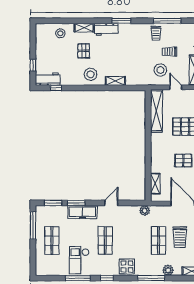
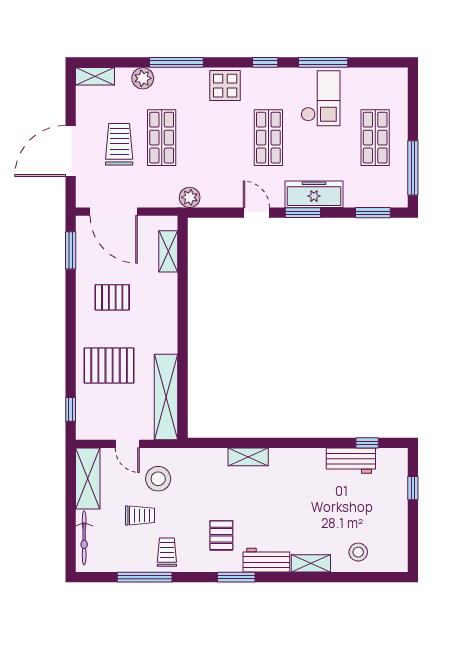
pallet: (84, 51) -> (221, 535), moved
stool: (91, 74) -> (298, 470), removed
workbench: (48, 79) -> (351, 461), moved
window: (76, 203) -> (303, 213), moved
door: (111, 203) -> (256, 213), swing flipped

